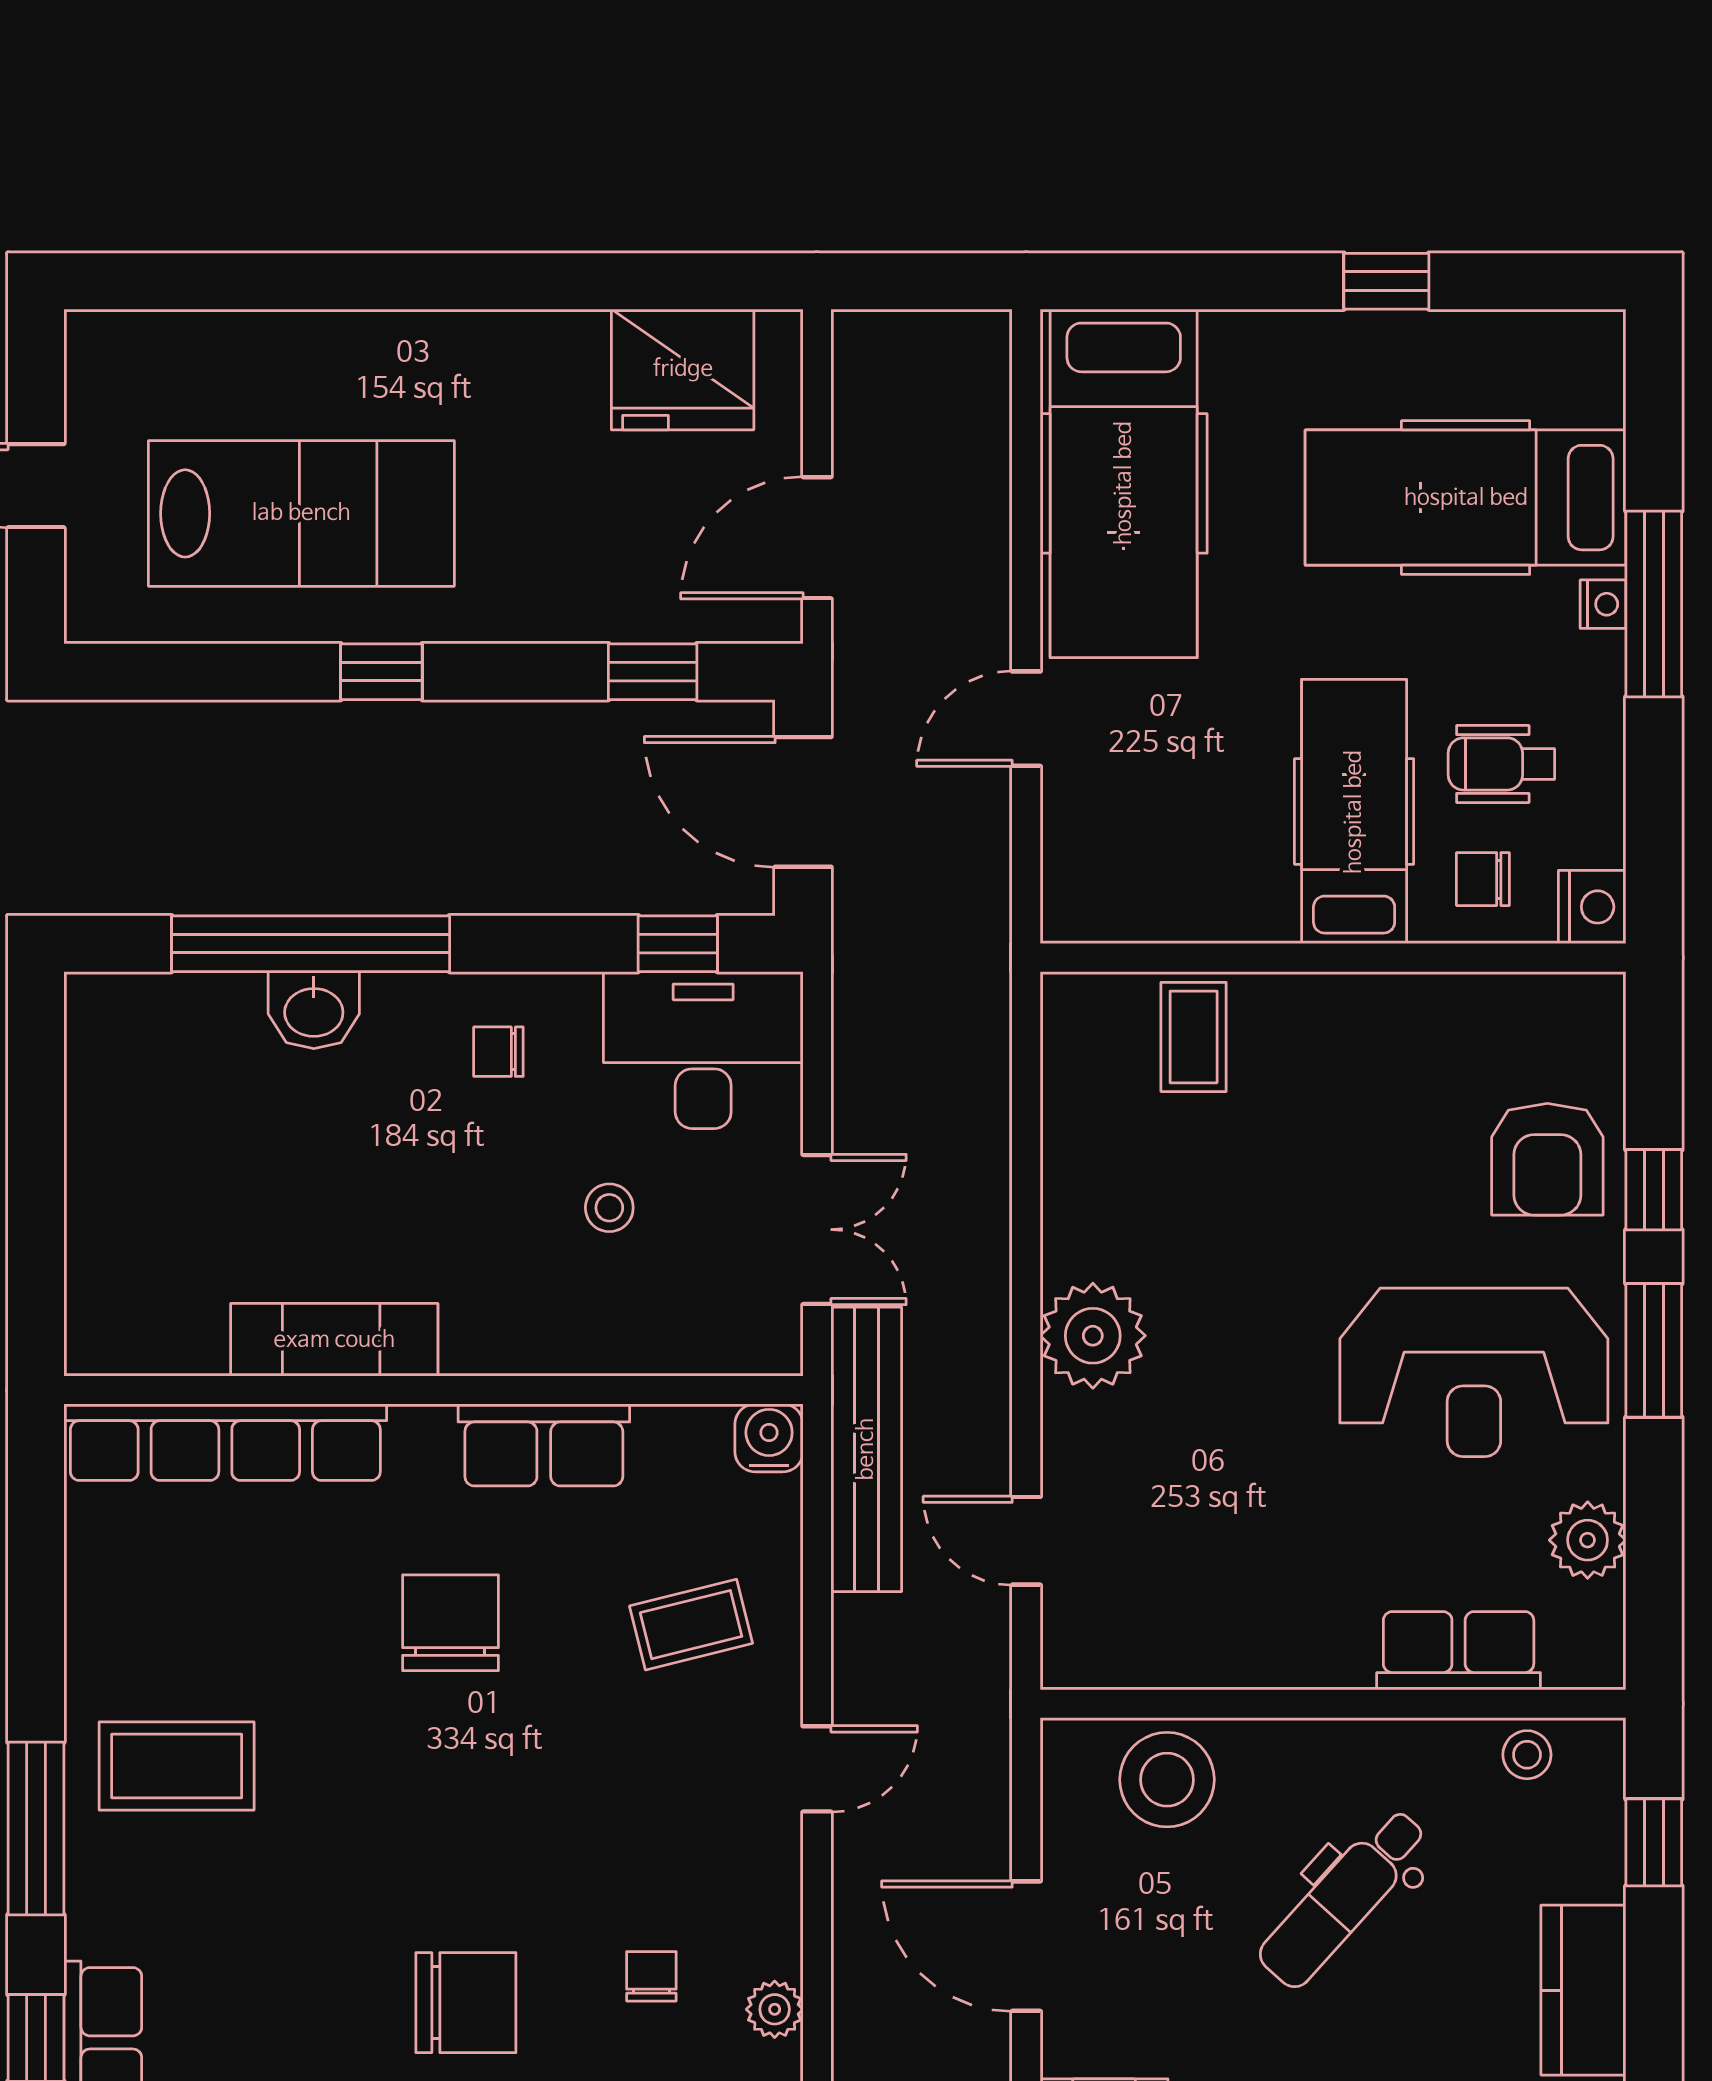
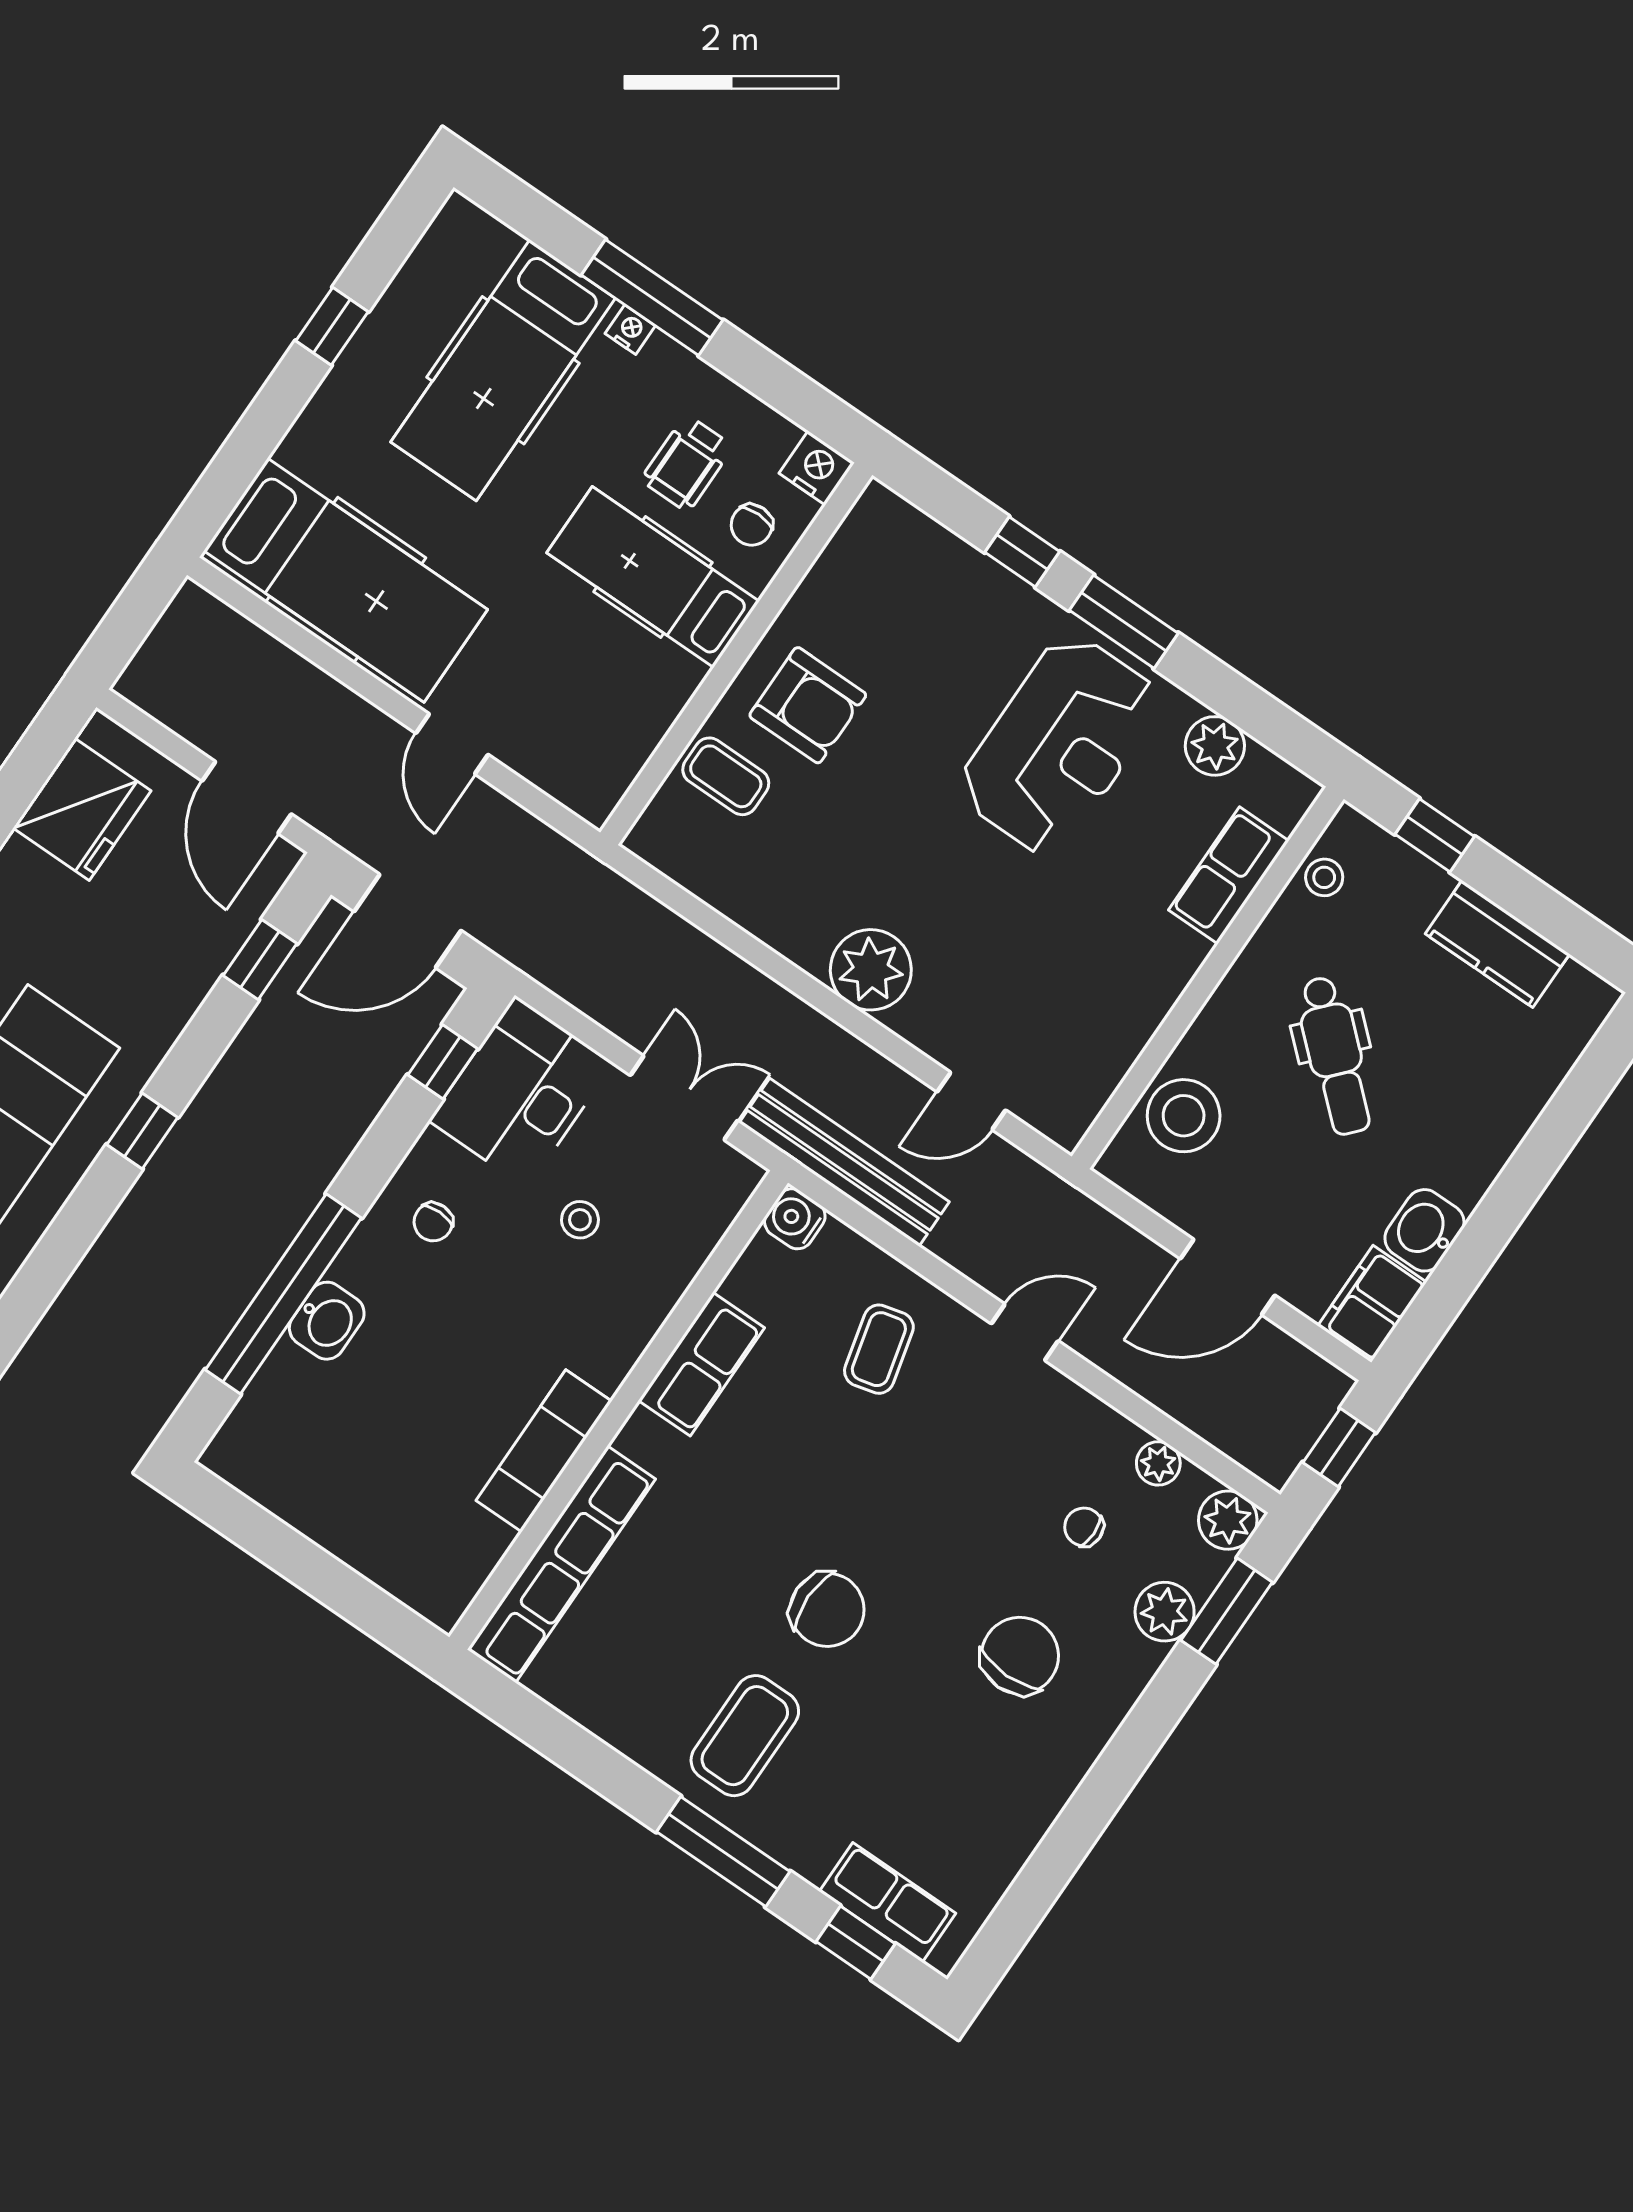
armchair: (1547, 1159) -> (808, 705), moved
chair: (450, 1623) -> (827, 1610), moved, turned 180
door: (817, 1769) -> (1025, 1332), hinge flipped

